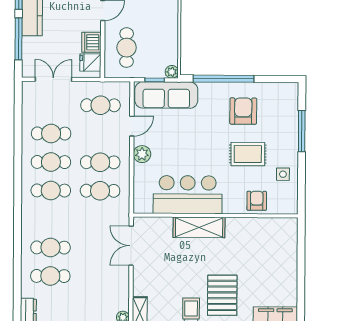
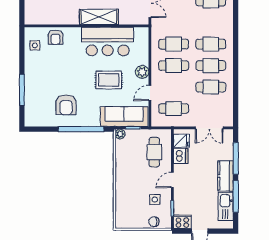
rug: (248, 154) -> (109, 80), moved
side table: (283, 174) -> (35, 45), moved

